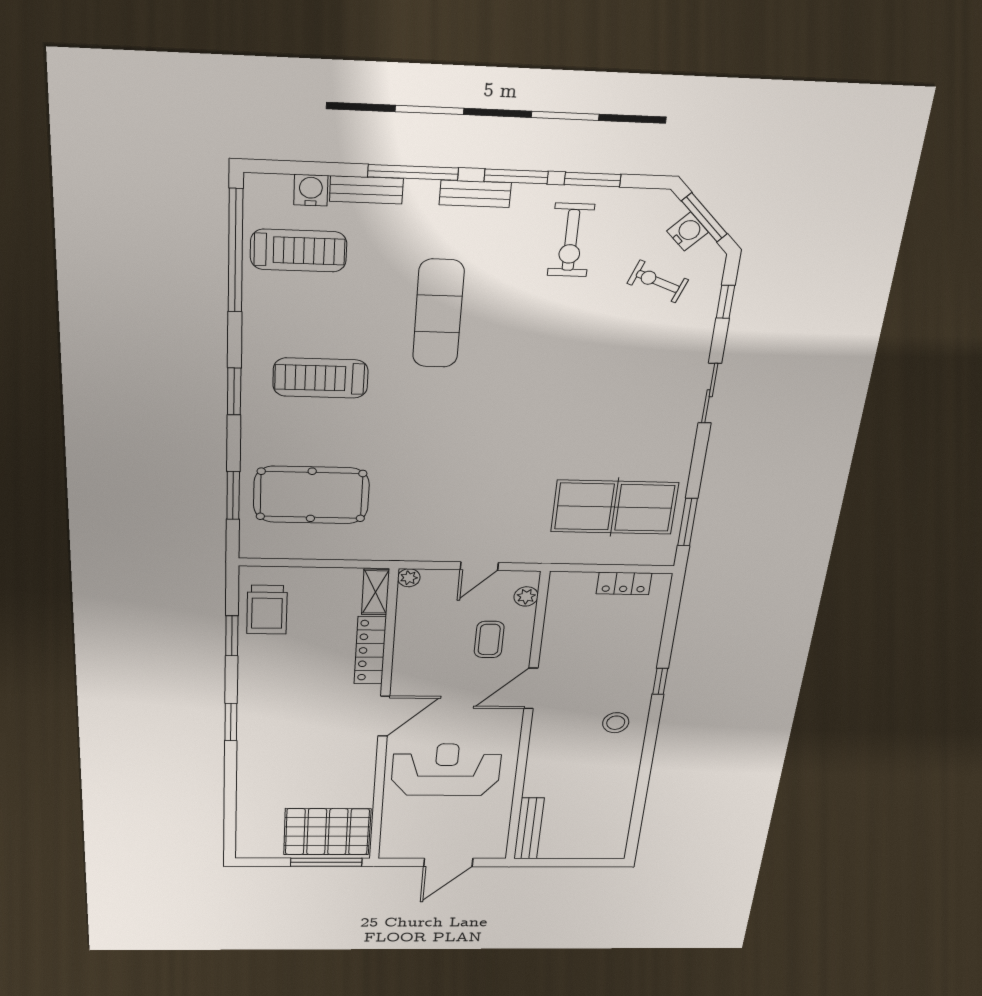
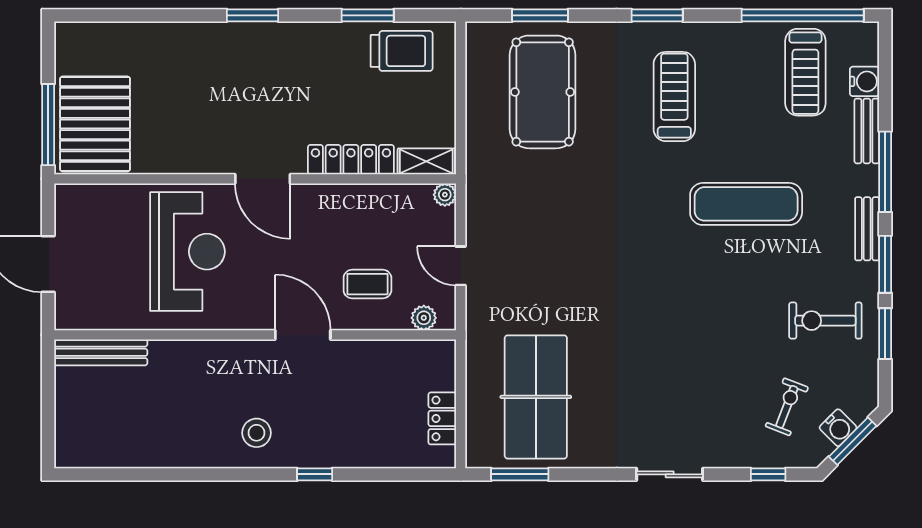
trolley: (267, 610) -> (402, 51), turned 180

